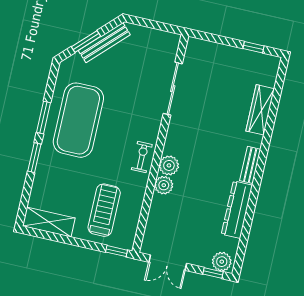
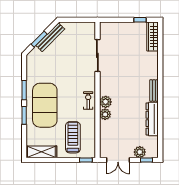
wardrobe: (260, 110) -> (153, 36), moved
exercise mat: (78, 120) -> (45, 105), moved
plant: (222, 262) -> (140, 152), moved

